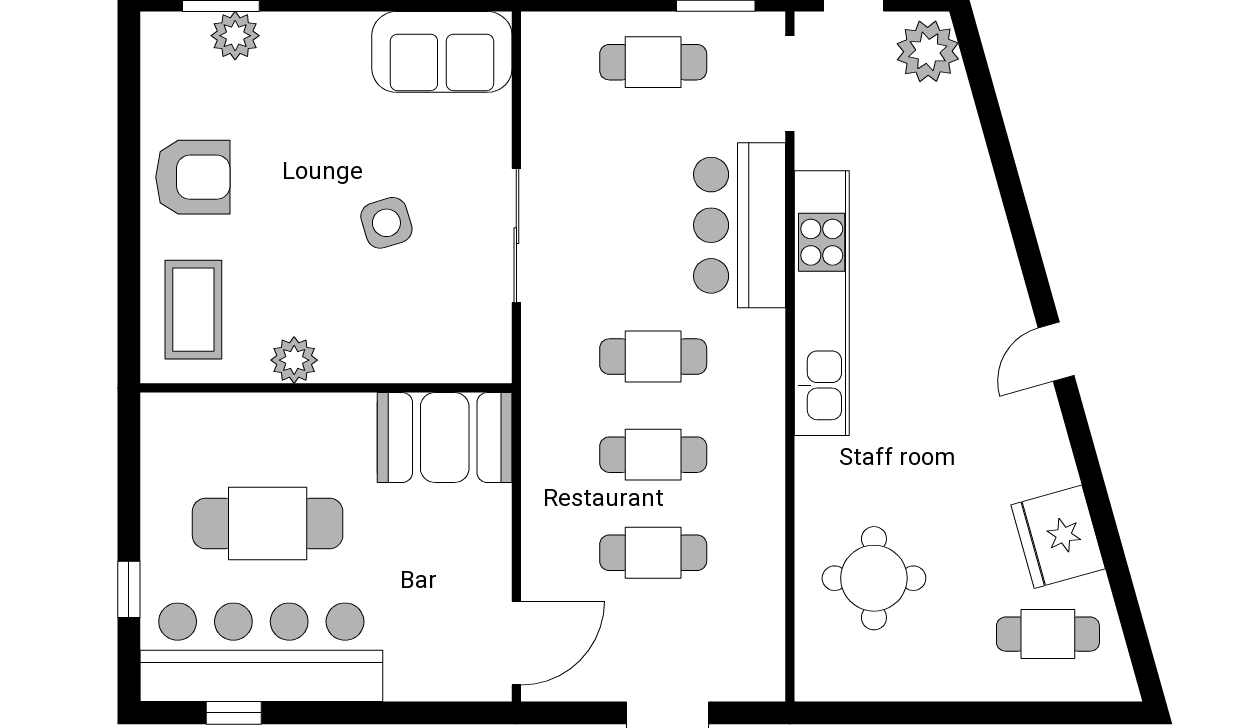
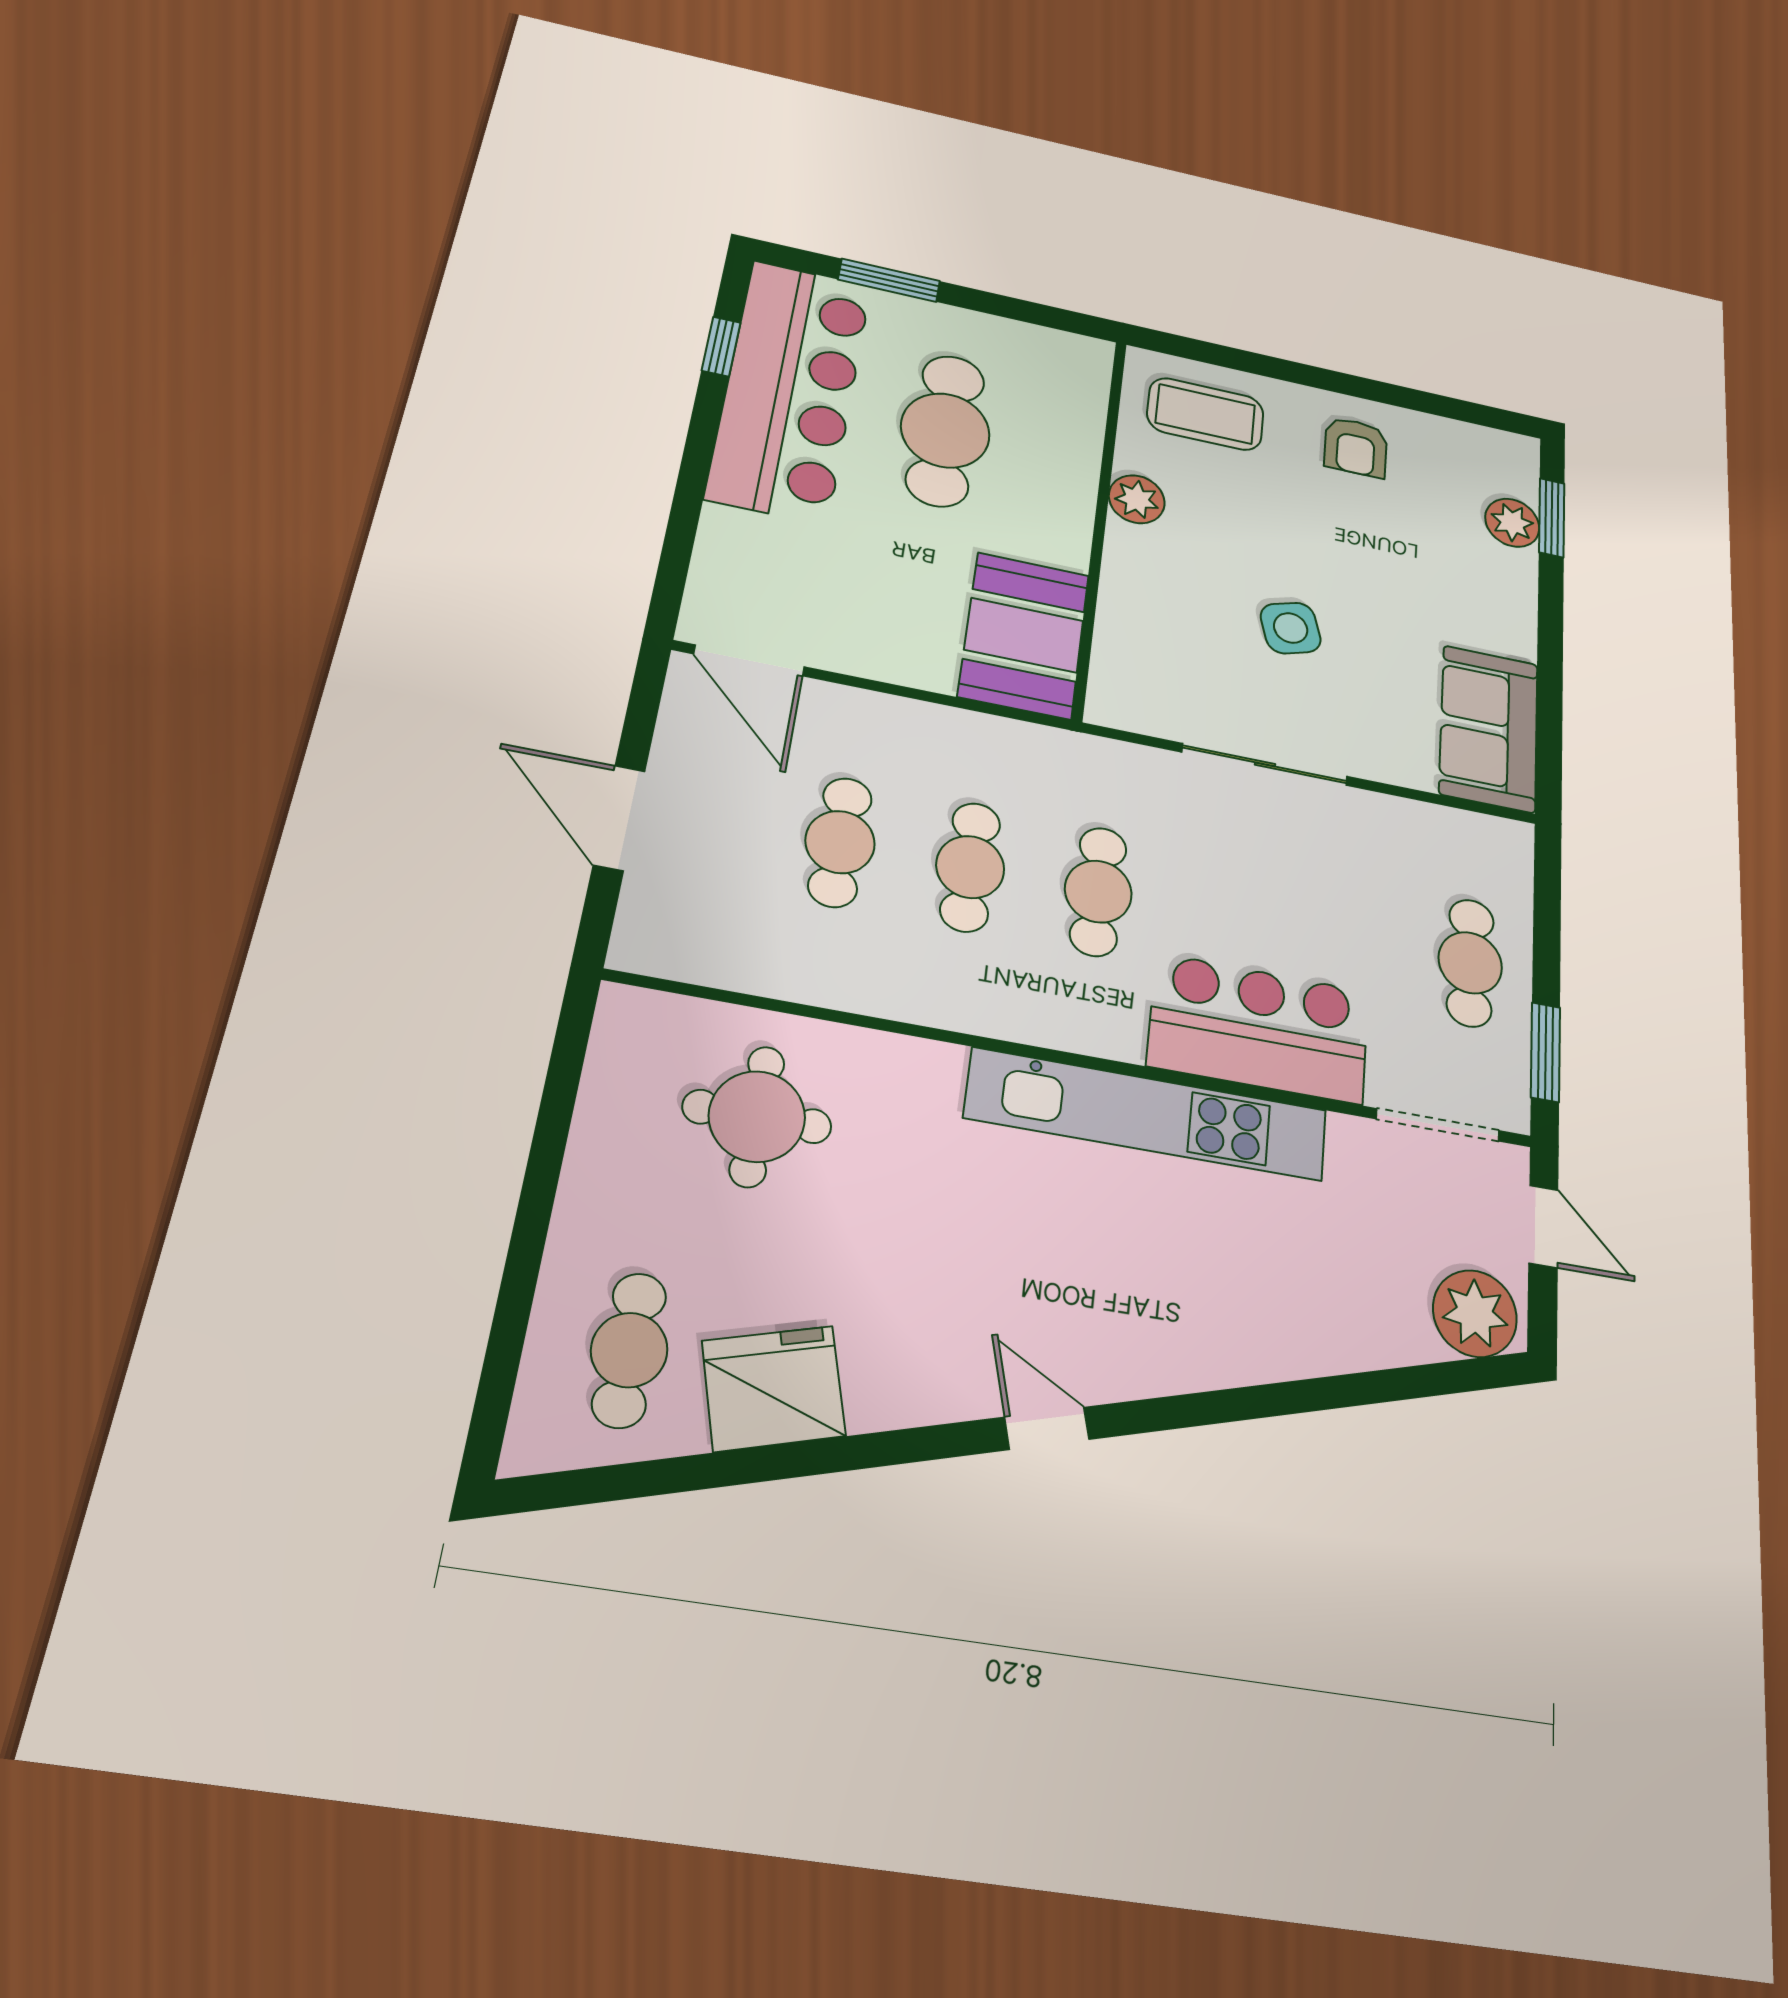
armchair: (193, 177) -> (1356, 447), width x0.72, depth x0.72
window: (129, 589) -> (889, 280), width x1.50

